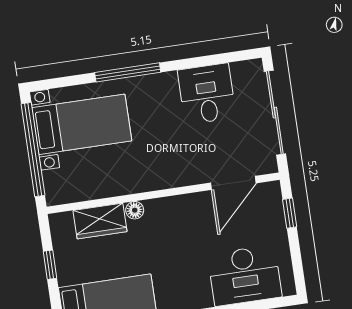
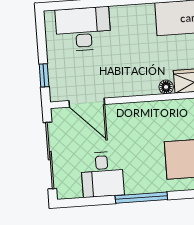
window: (128, 72) -> (141, 198), moved
door: (233, 183) -> (87, 103), swing flipped

